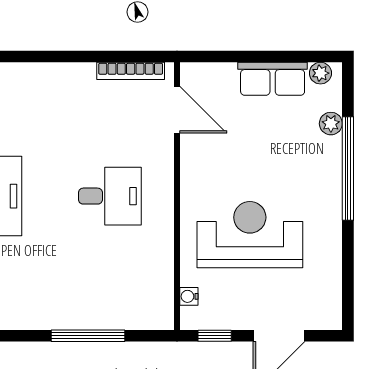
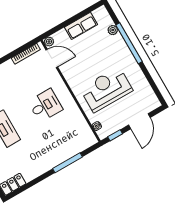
plant: (320, 73) -> (49, 42), moved

